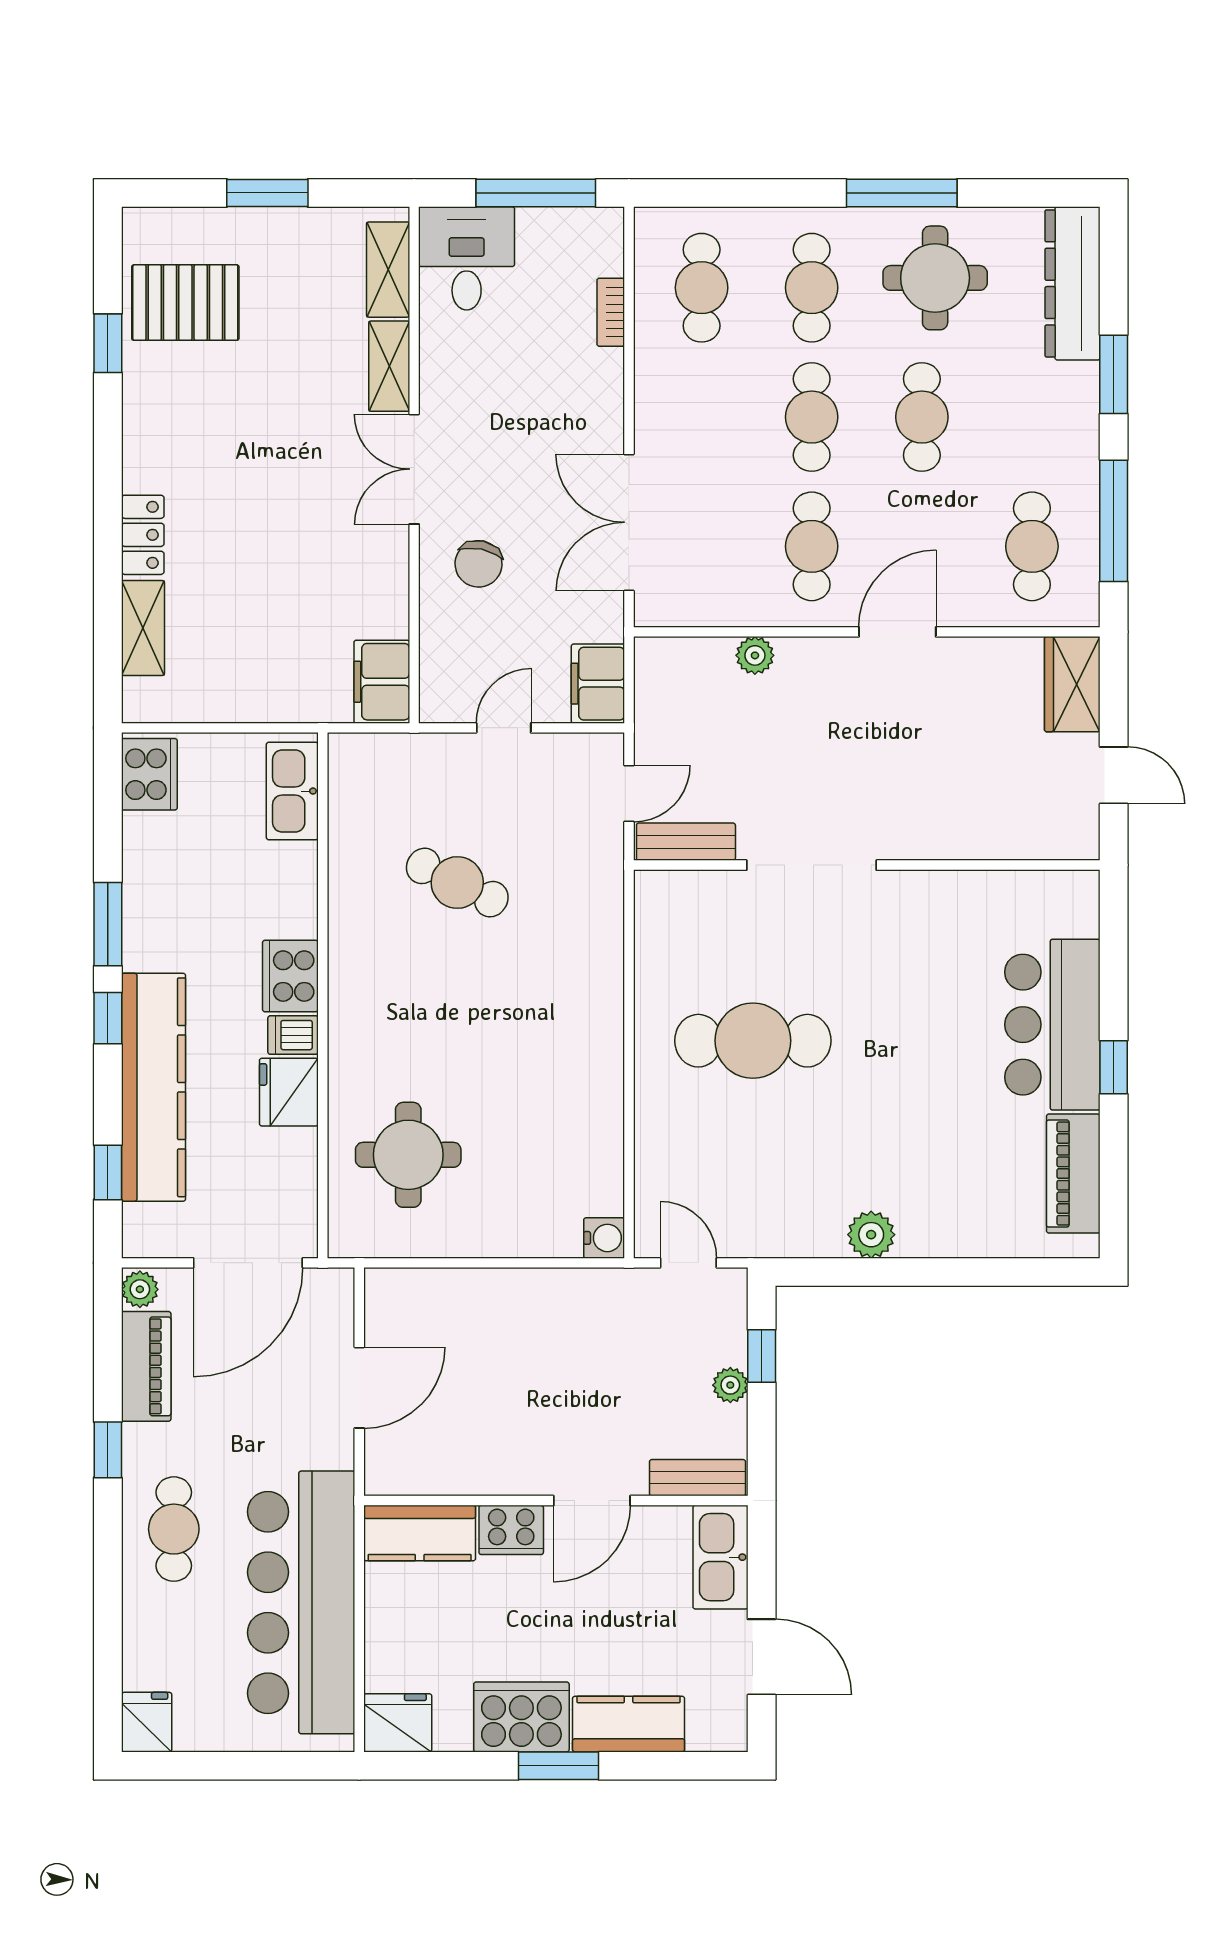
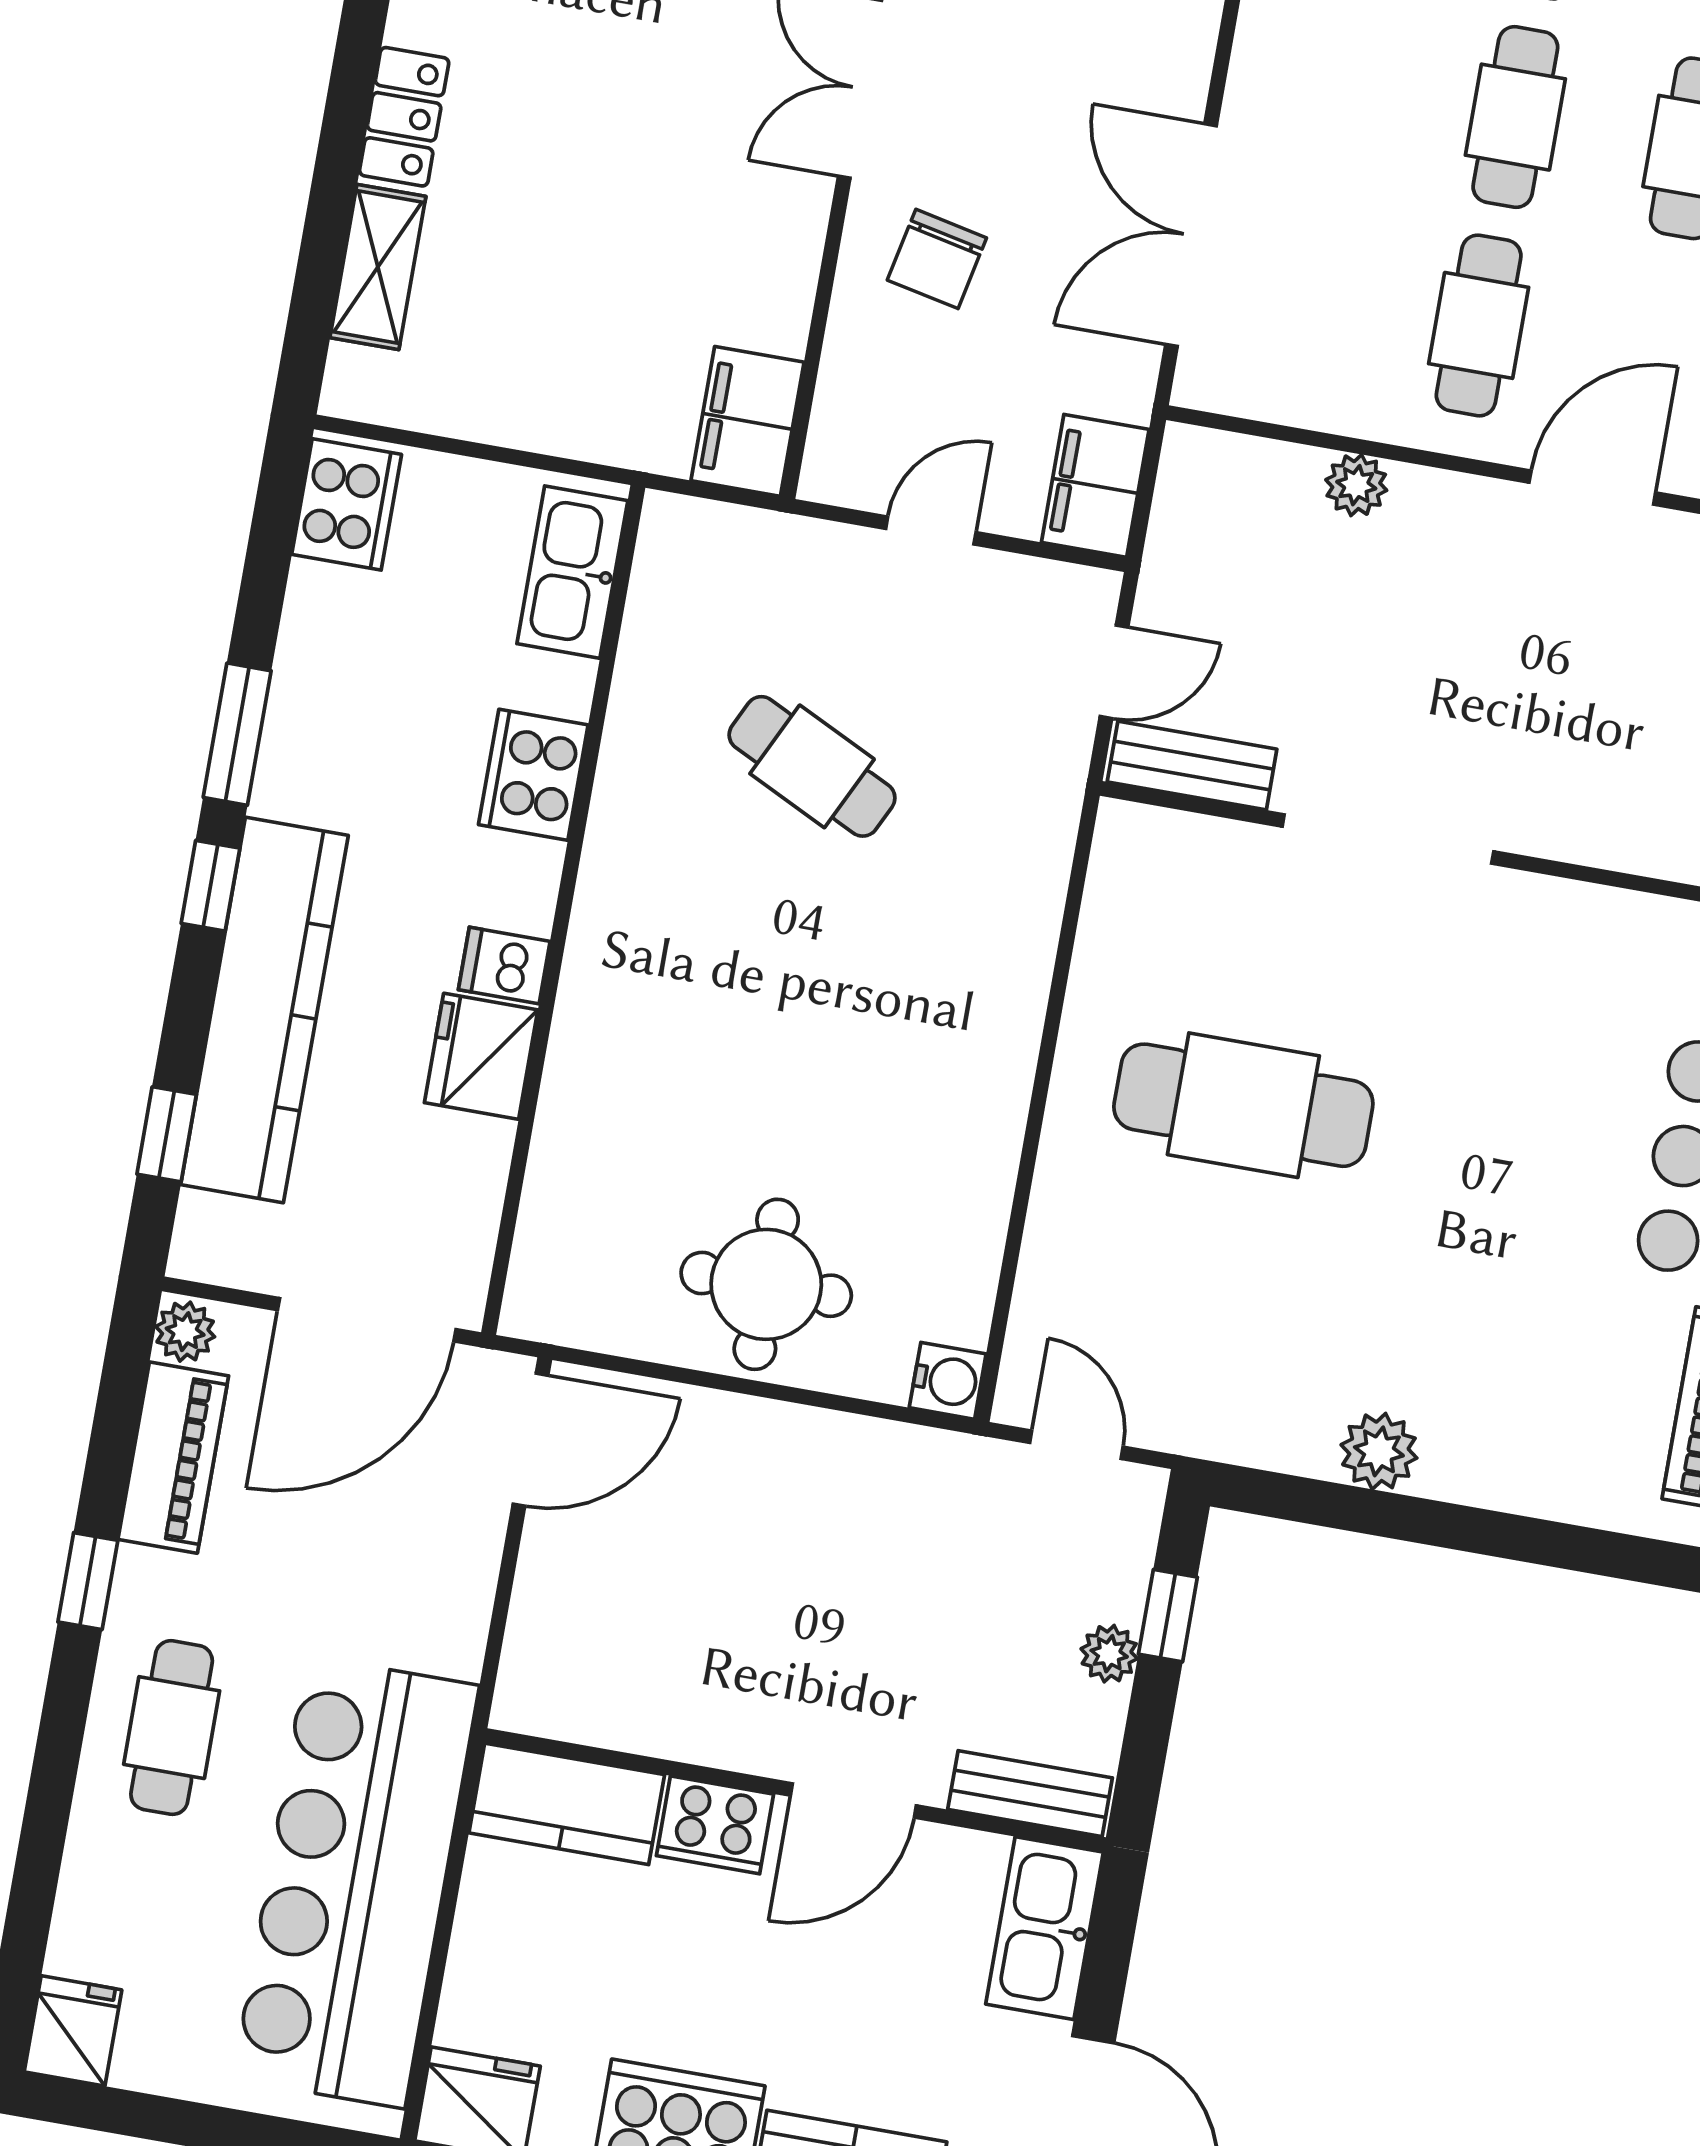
cooker: (290, 976) -> (533, 775), moved
round table: (408, 1155) -> (766, 1284), moved
door: (359, 1388) -> (531, 1440), moved

